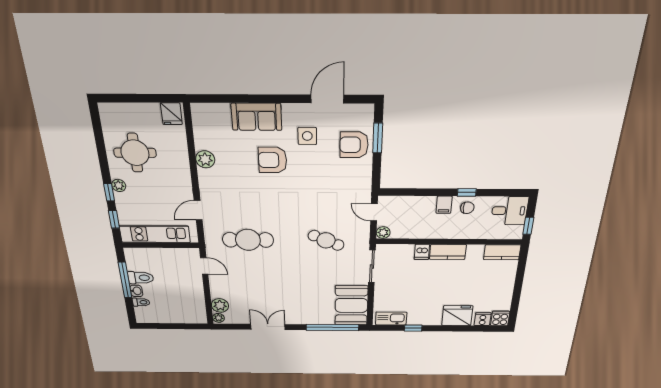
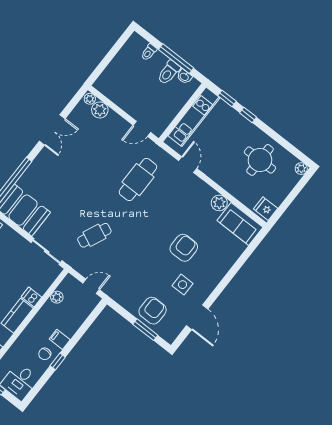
sofa: (257, 117) -> (240, 224), moved, turned -90
plant: (119, 185) -> (301, 169), moved
plant: (383, 233) -> (57, 297), moved
washbasin: (136, 291) -> (184, 77), moved

